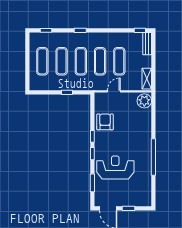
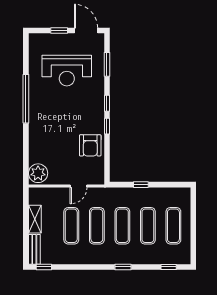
shelving: (147, 79) -> (35, 219), moved
reception desk: (115, 168) -> (67, 71), moved

